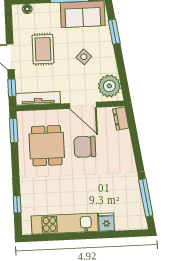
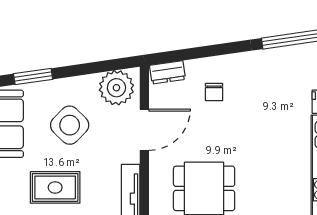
side table: (84, 57) -> (70, 125), width x1.87, depth x1.87
chair: (85, 147) -> (214, 92), moved, width x0.54, depth x0.54

